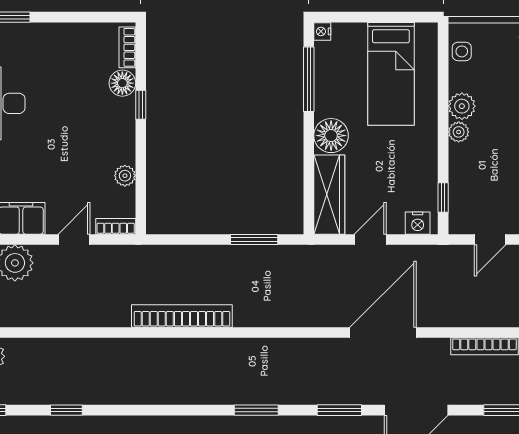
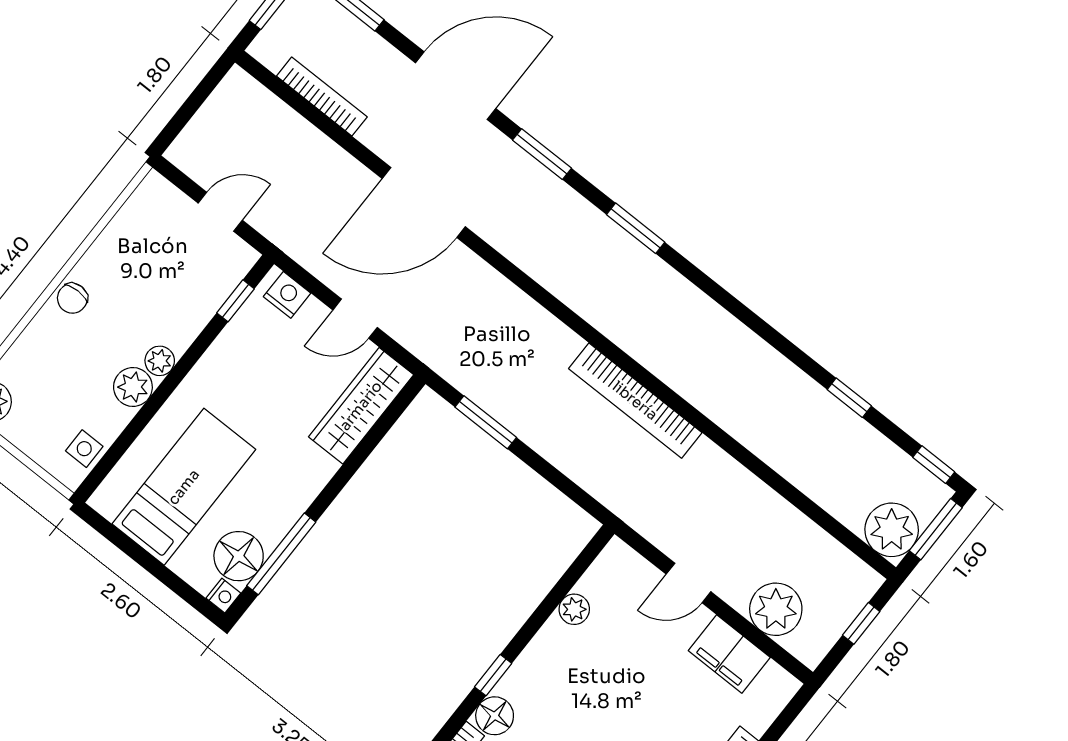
floor lamp: (331, 136) -> (239, 556), moved
bookcase: (116, 226) -> (630, 560), removed

